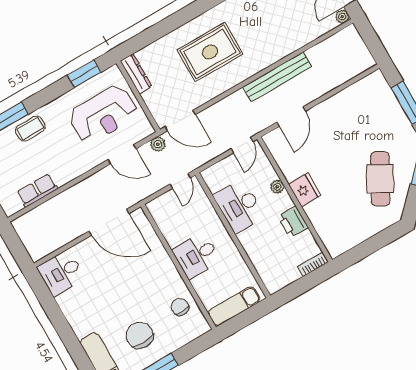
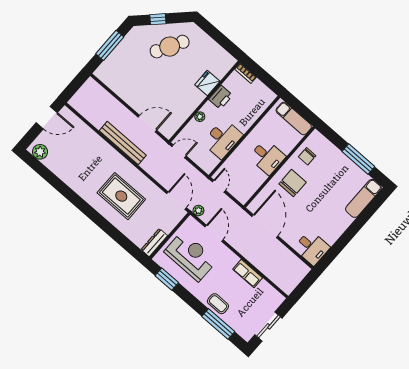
plant: (342, 17) -> (65, 112), removed
door: (180, 181) -> (219, 186), hinge flipped
row of seats: (37, 190) -> (248, 274), moved
fridge: (305, 190) -> (207, 83), moved
chair: (140, 335) -> (293, 183), moved, turned 180

